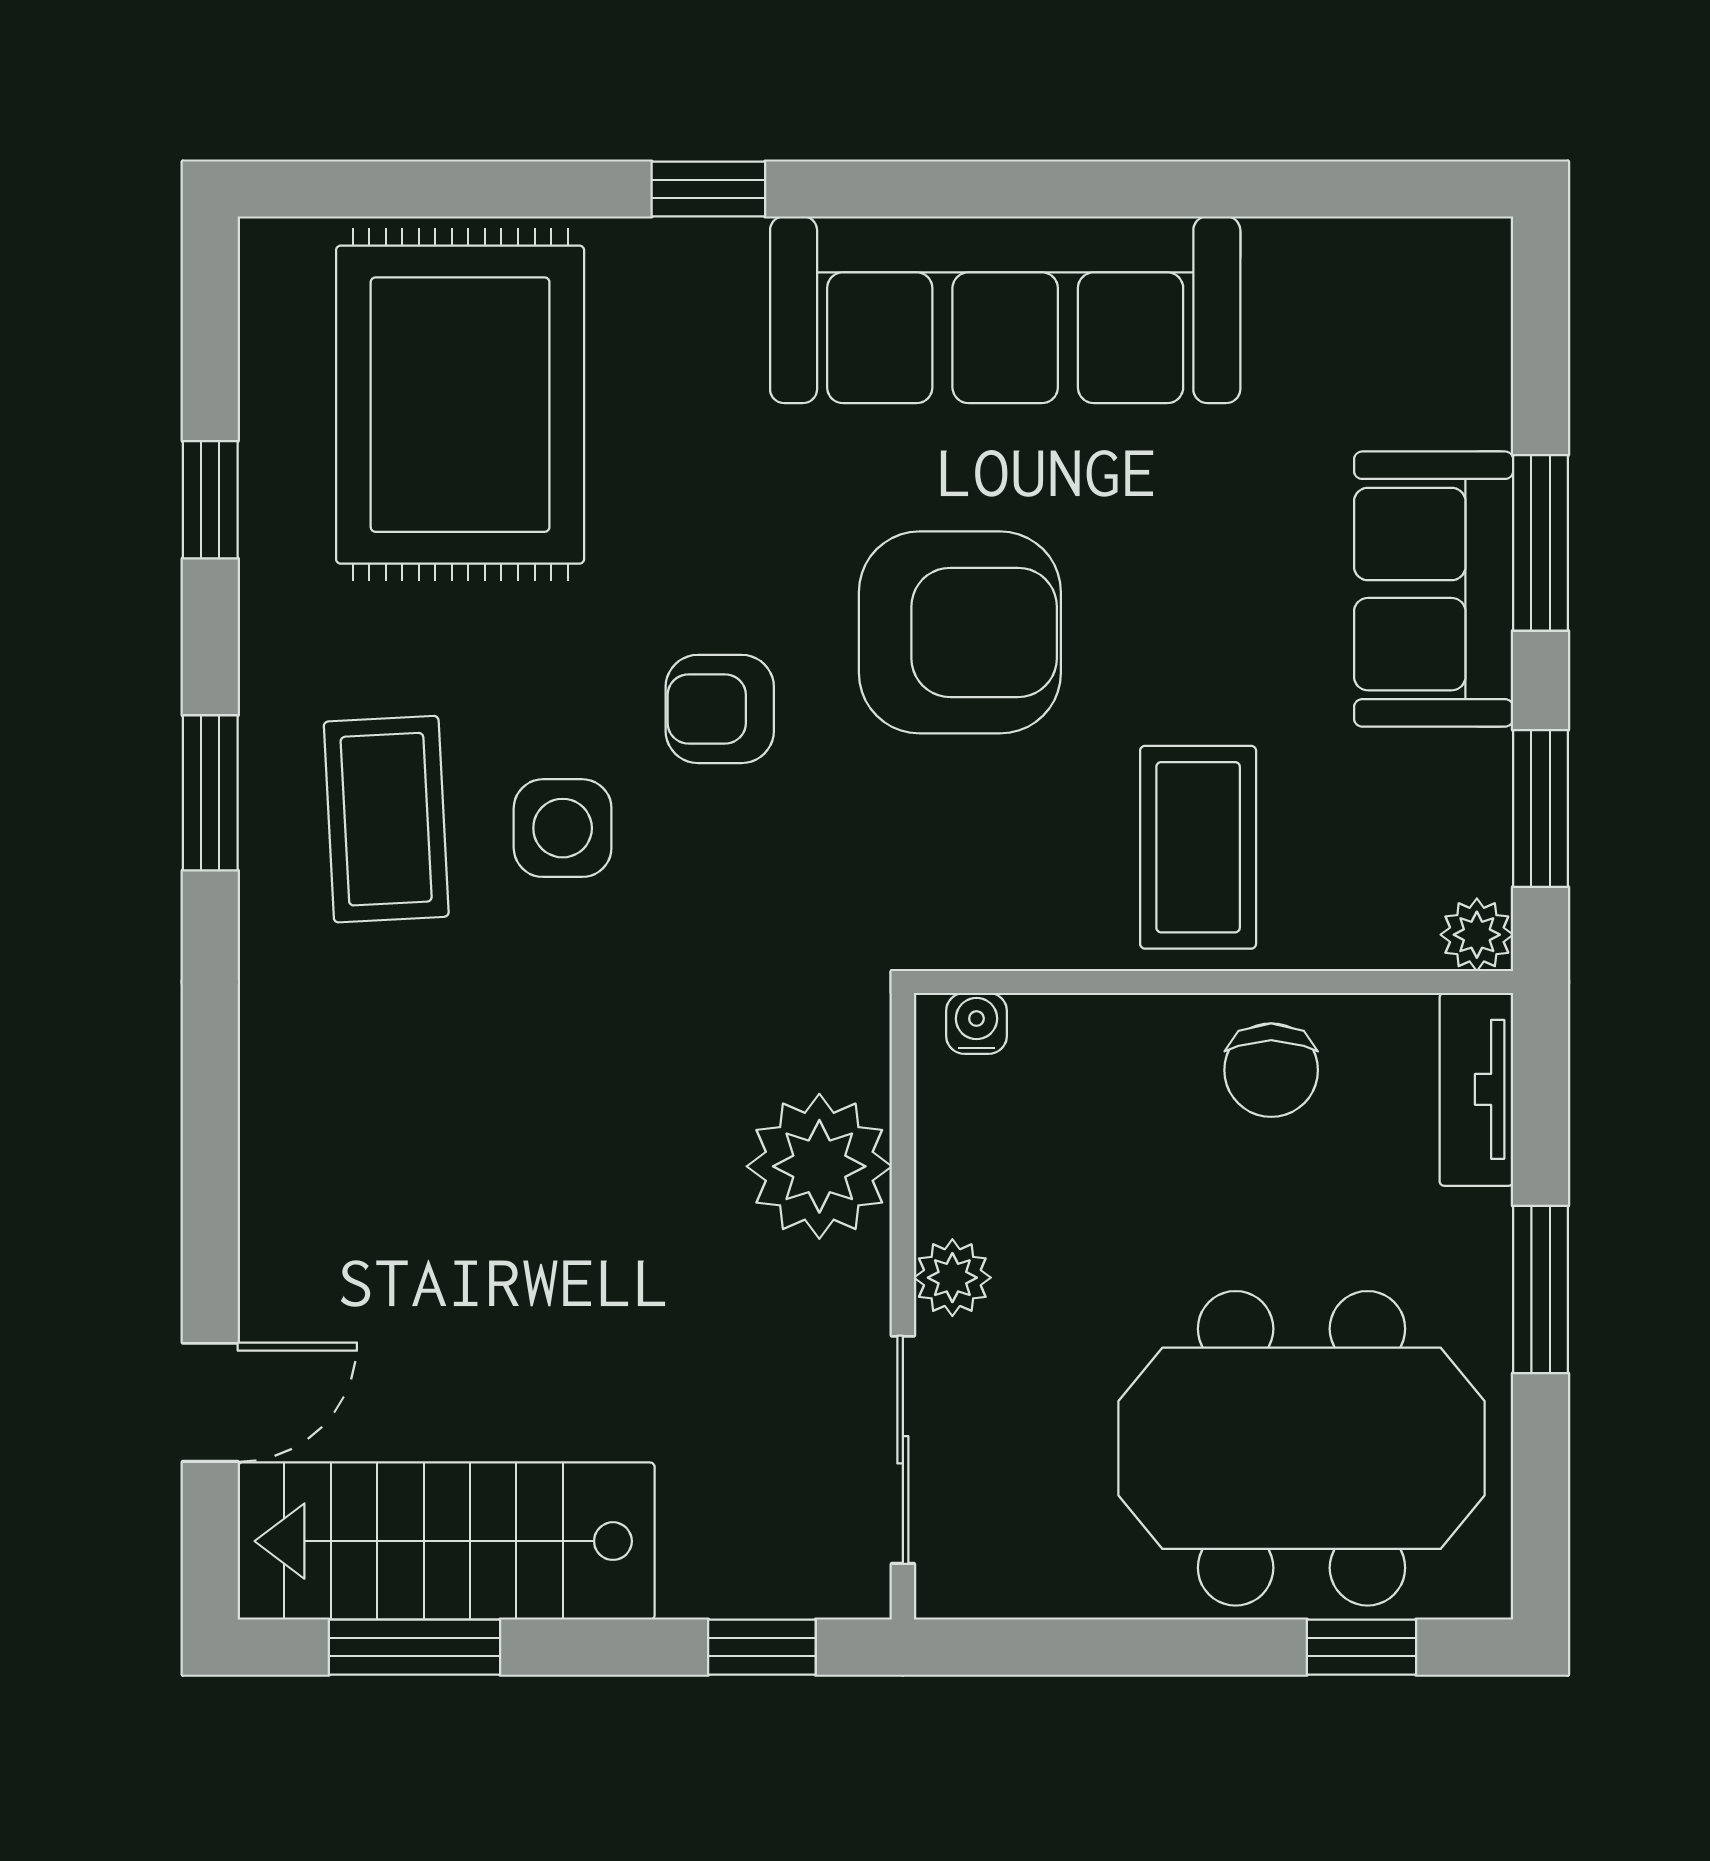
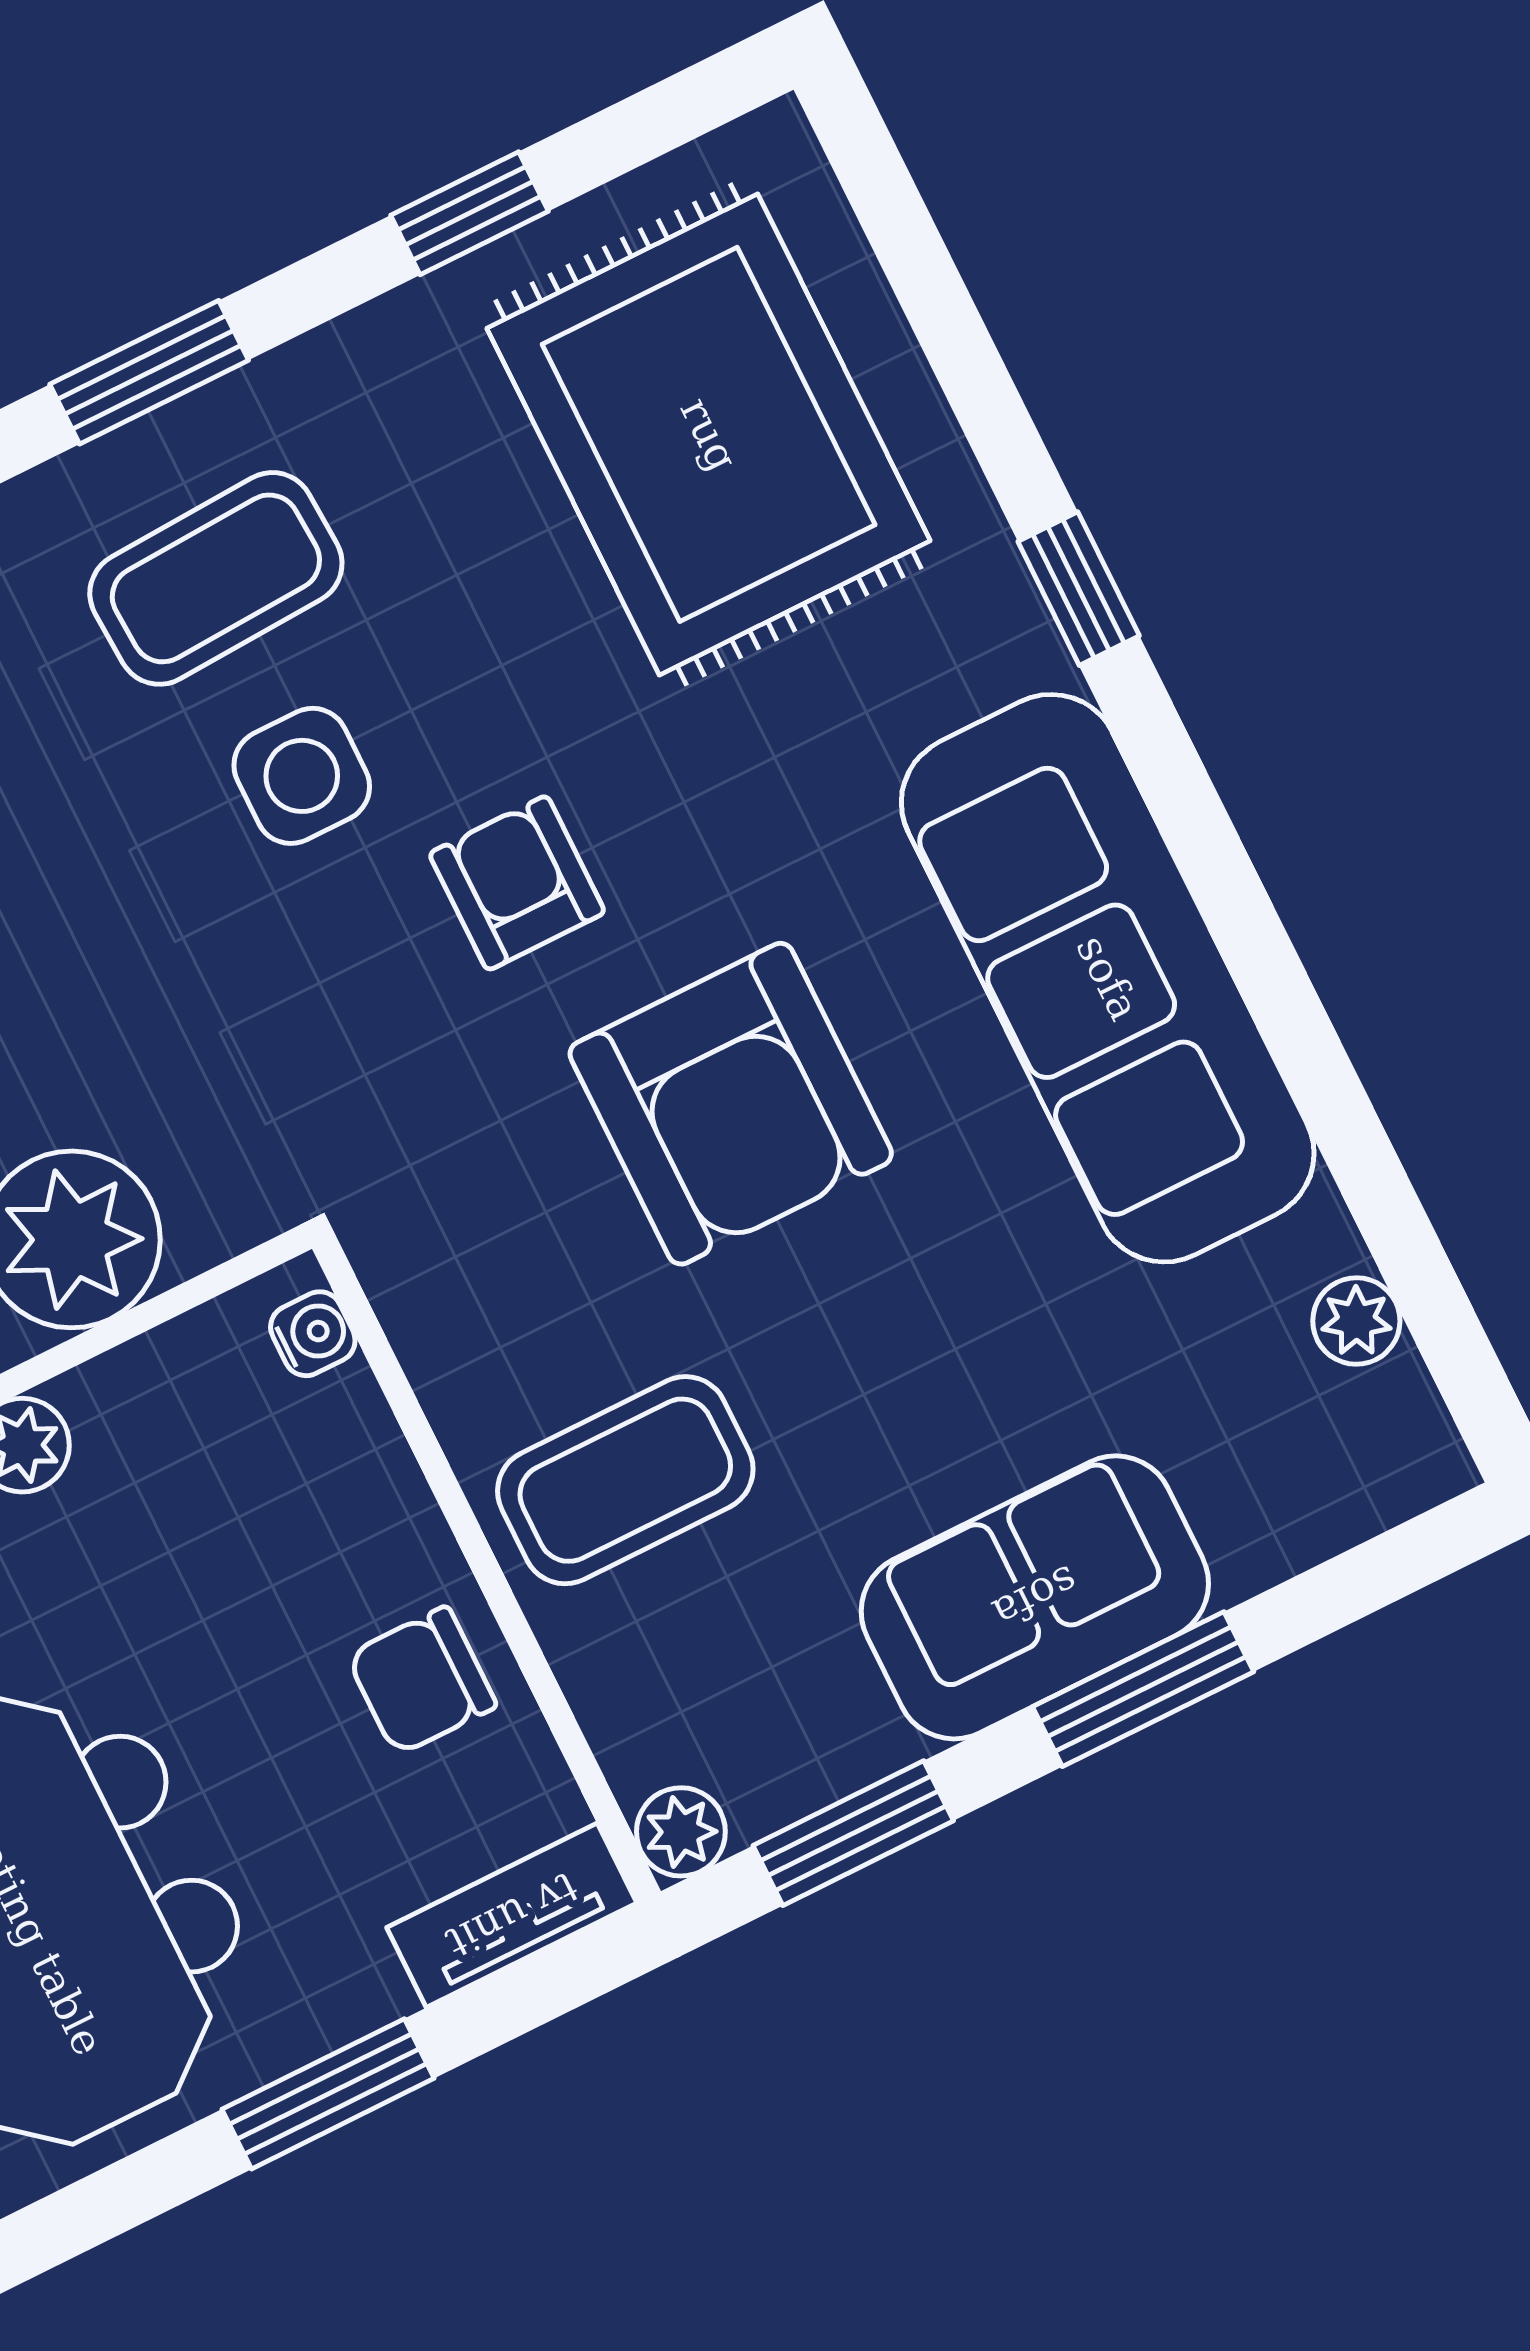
plant: (1348, 252) -> (1356, 1321), added
rug: (460, 405) -> (709, 434), turned 90

